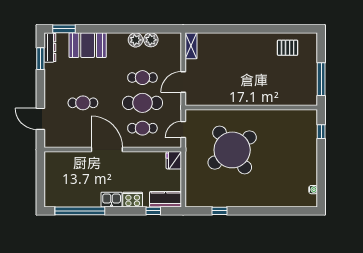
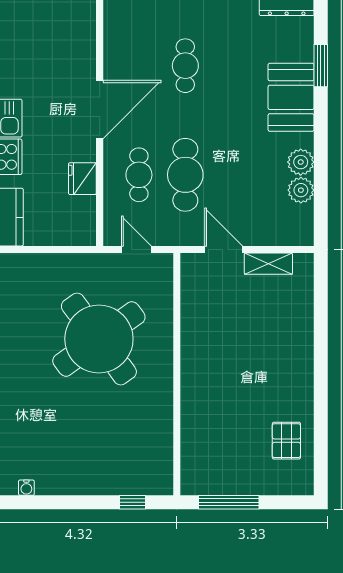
window: (64, 29) -> (321, 66), moved
booth: (88, 45) -> (291, 97), moved
shelving: (191, 46) -> (268, 264), moved
cafe table: (142, 78) -> (232, 175), removed
fridge: (174, 160) -> (82, 179), moved, turned -90

